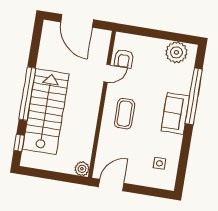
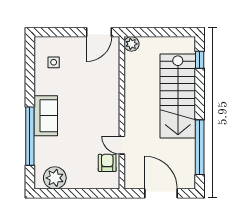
door: (107, 73) -> (122, 145), hinge flipped
window: (27, 94) -> (200, 147), moved
coffee table: (125, 114) -> (97, 107), removed

